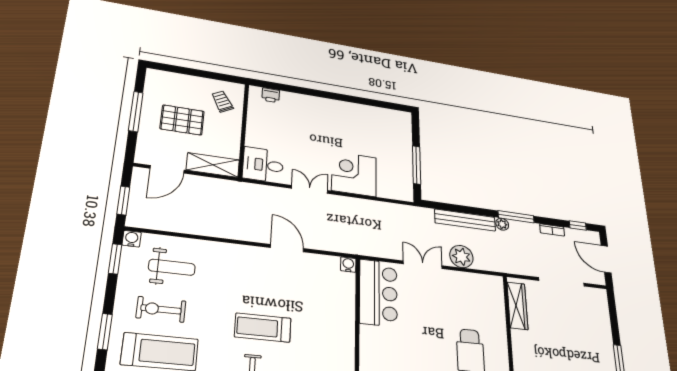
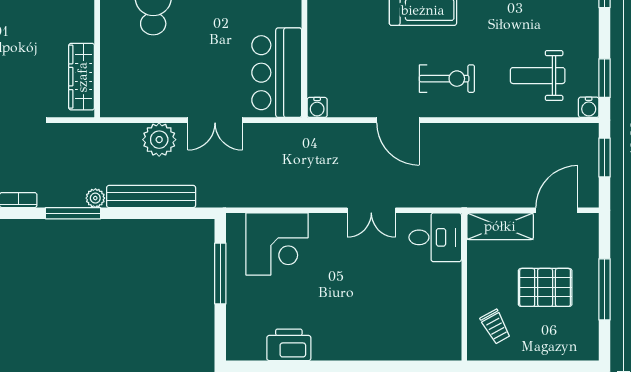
printer: (271, 95) -> (289, 345), moved, width x1.87, depth x1.48
corner desk: (354, 174) -> (277, 244), moved
exercise bike: (161, 309) -> (447, 79), moved

